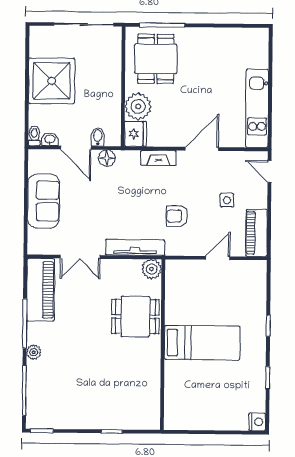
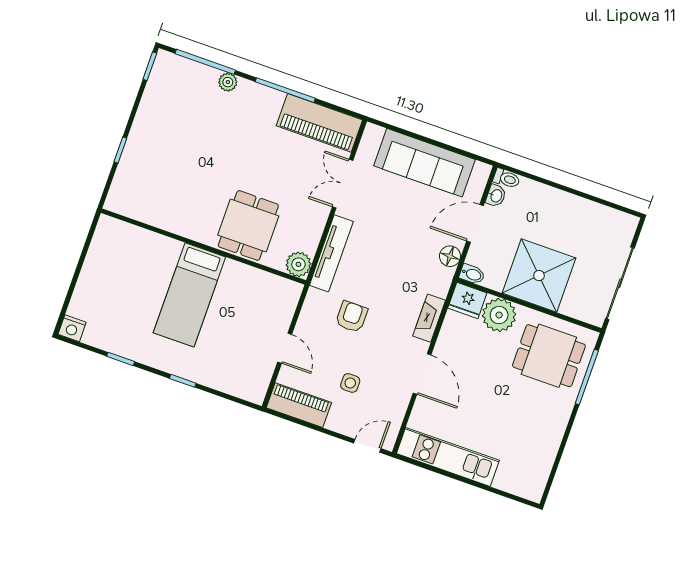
shower: (52, 81) -> (539, 276), moved
bidet: (98, 137) -> (472, 274), moved
sofa: (43, 201) -> (424, 163), width x1.36
plant: (34, 352) -> (228, 82), moved

